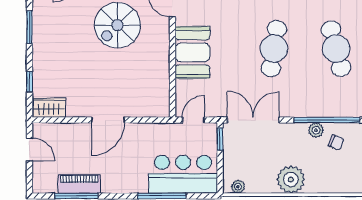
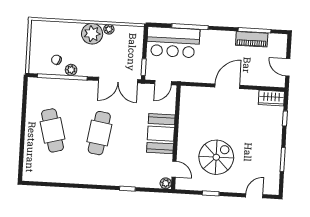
plant: (238, 187) -> (109, 29), moved

